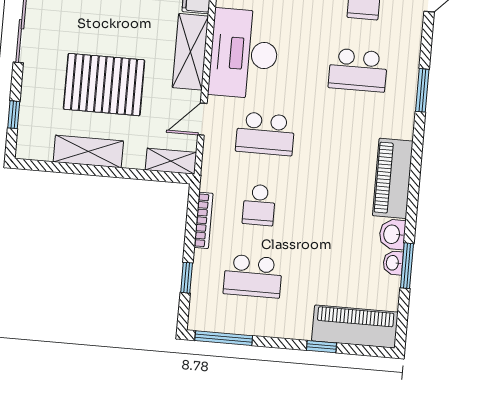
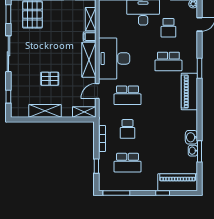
pallet: (104, 85) -> (50, 79), width x0.49, depth x0.50
piano: (393, 178) -> (189, 92), moved

